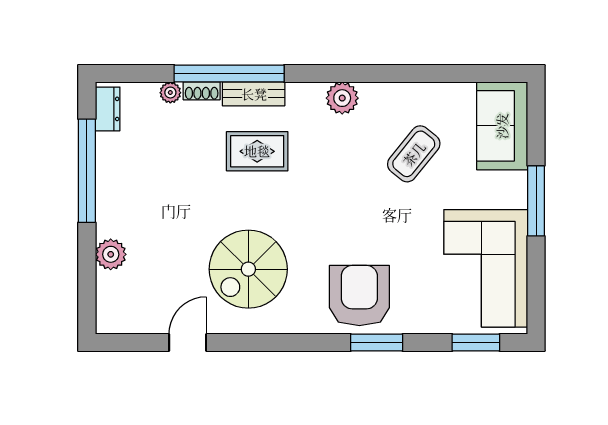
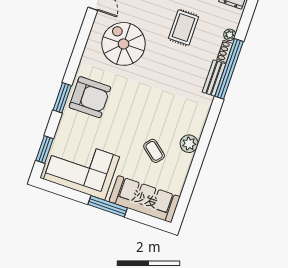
plant: (342, 98) -> (189, 144), moved
sofa: (502, 126) -> (145, 199), width x1.36
rug: (257, 151) -> (184, 27), moved
coffee table: (414, 154) -> (154, 151), width x0.73, depth x0.77

